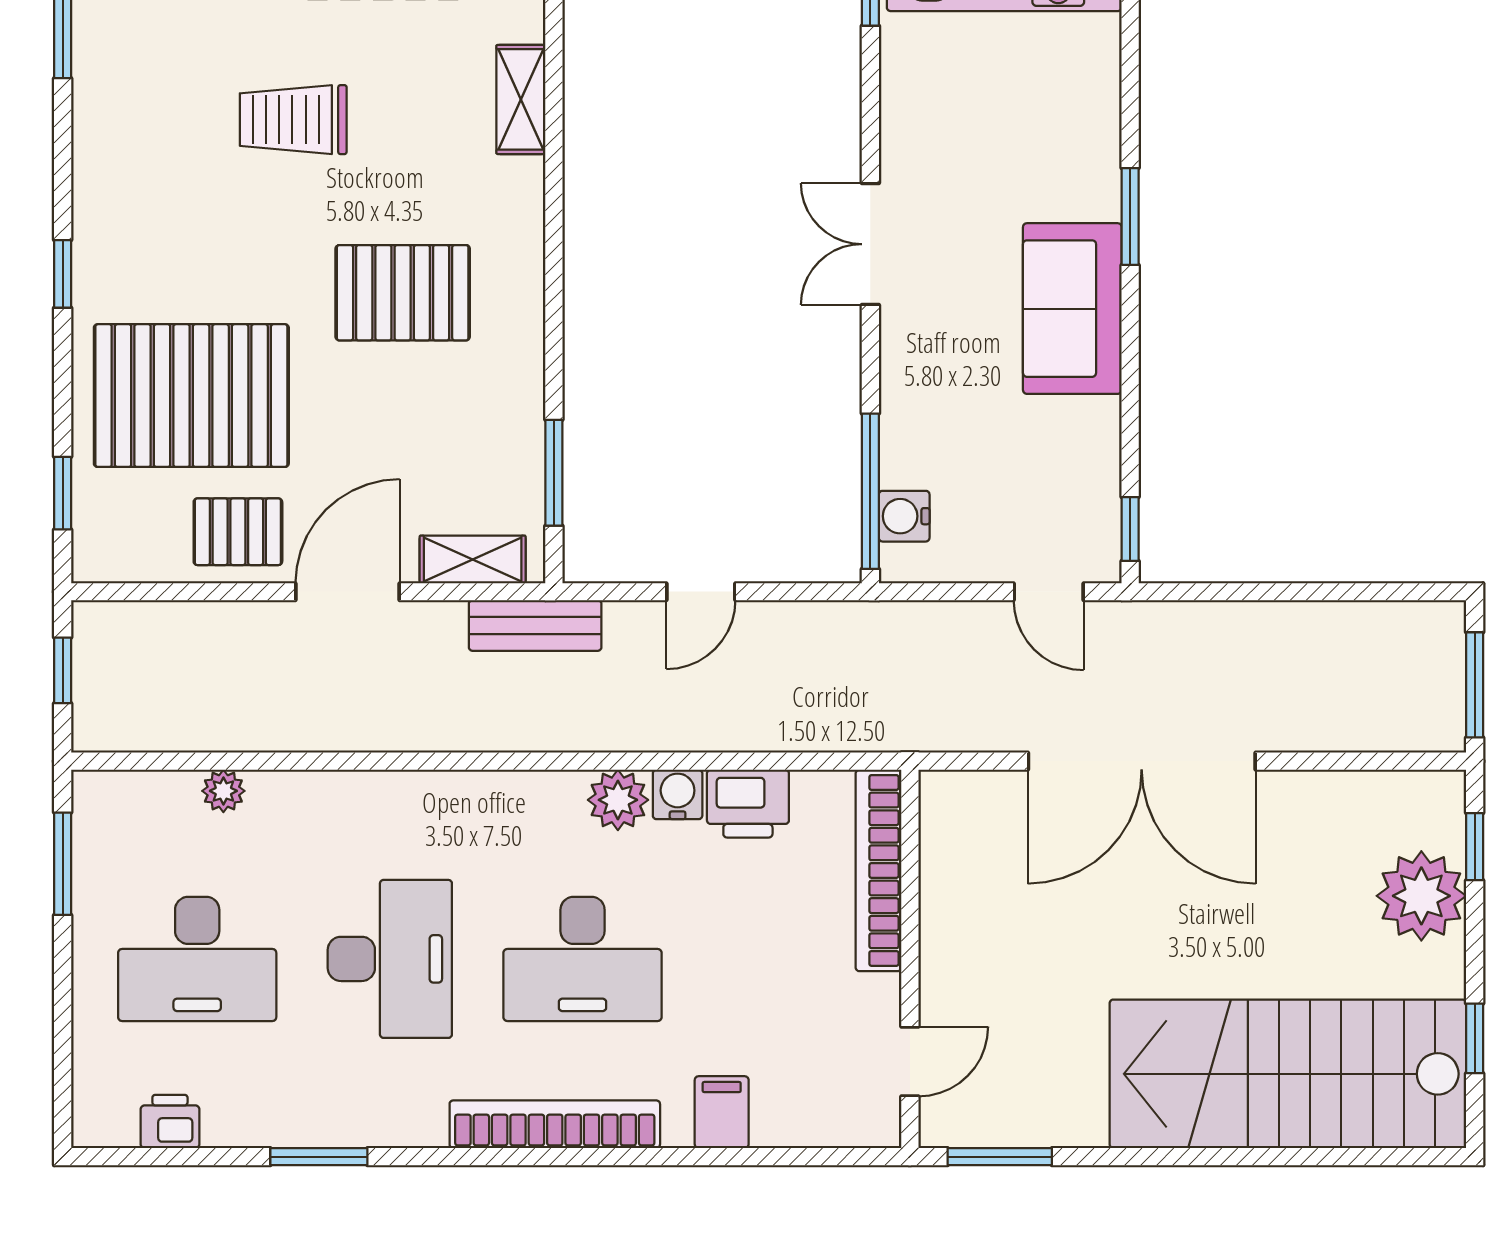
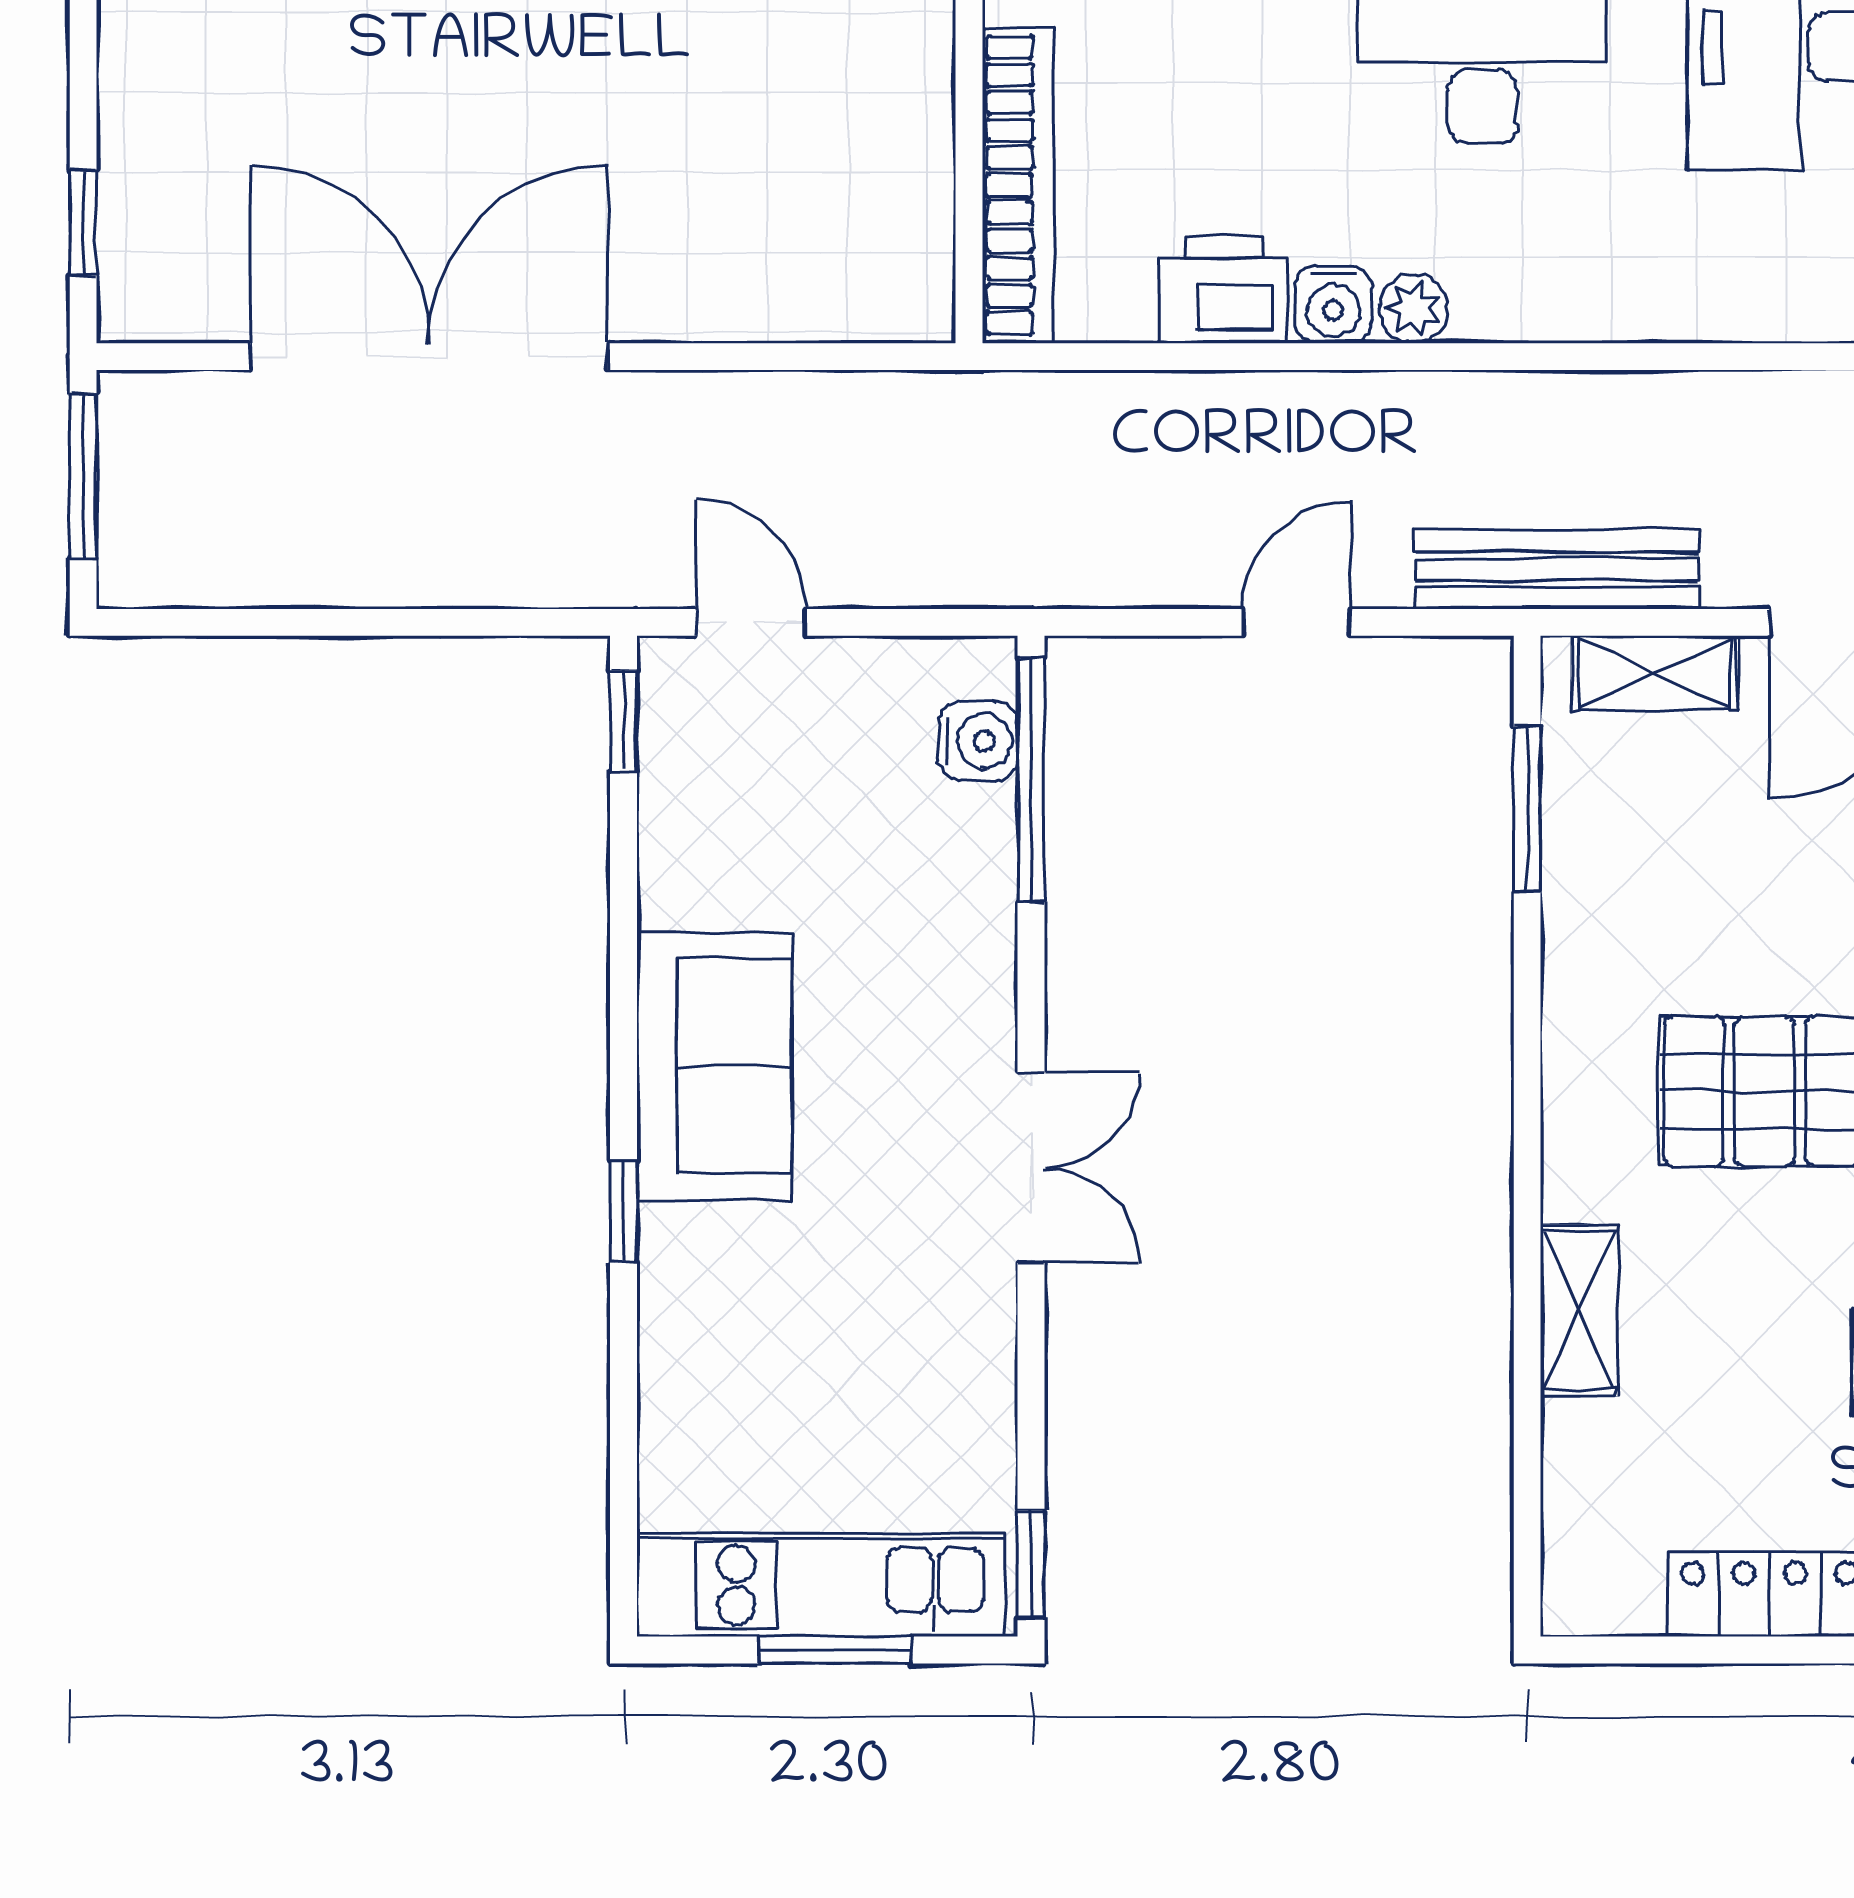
shelving: (521, 99) -> (1579, 1310), moved
window: (1130, 216) -> (623, 1211), width x0.67
bench: (535, 626) -> (1557, 569), width x1.36
double door: (1142, 761) -> (429, 357), moved
plant: (618, 800) -> (1414, 309), width x0.73, depth x0.73
plant: (1421, 896) -> (167, 145), removed

